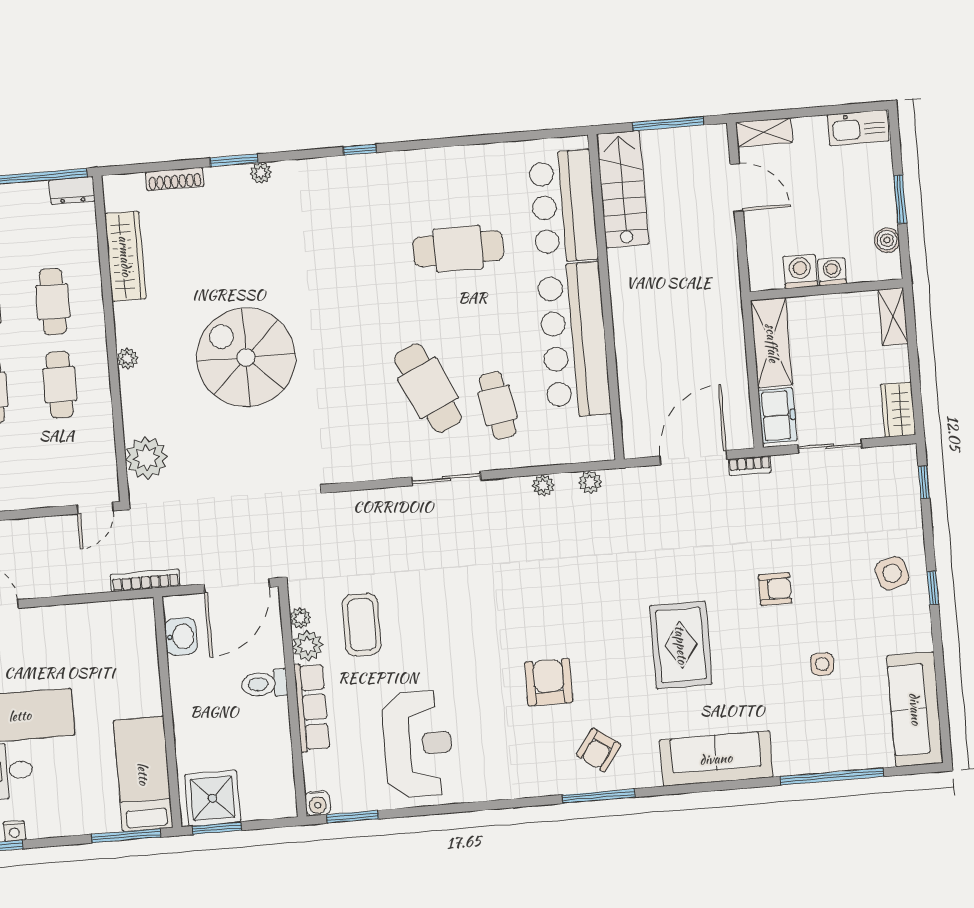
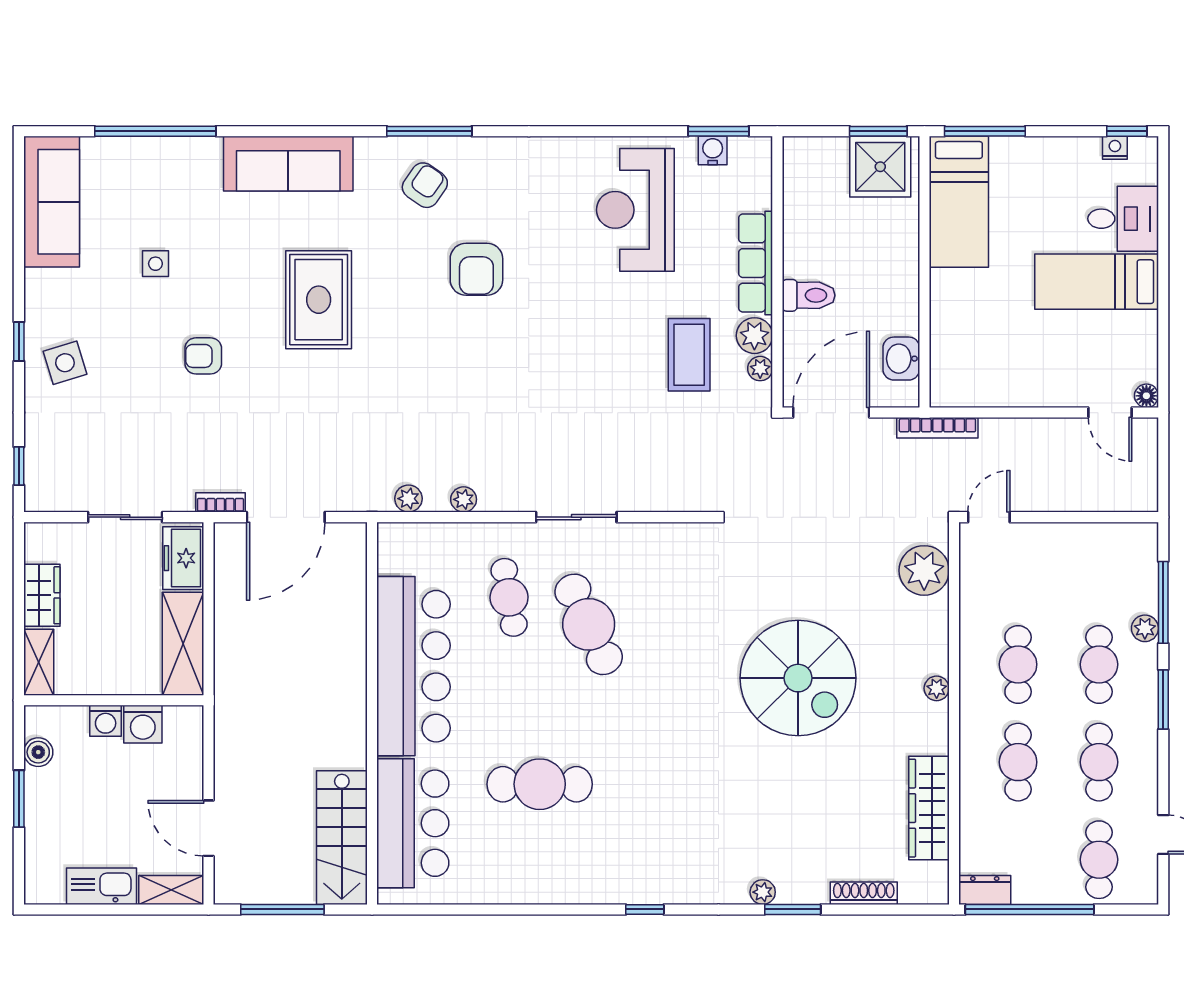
kitchen sink: (858, 128) -> (101, 886), moved
wardrobe: (898, 410) -> (42, 595), moved
water cooler: (318, 803) -> (713, 151), moved

